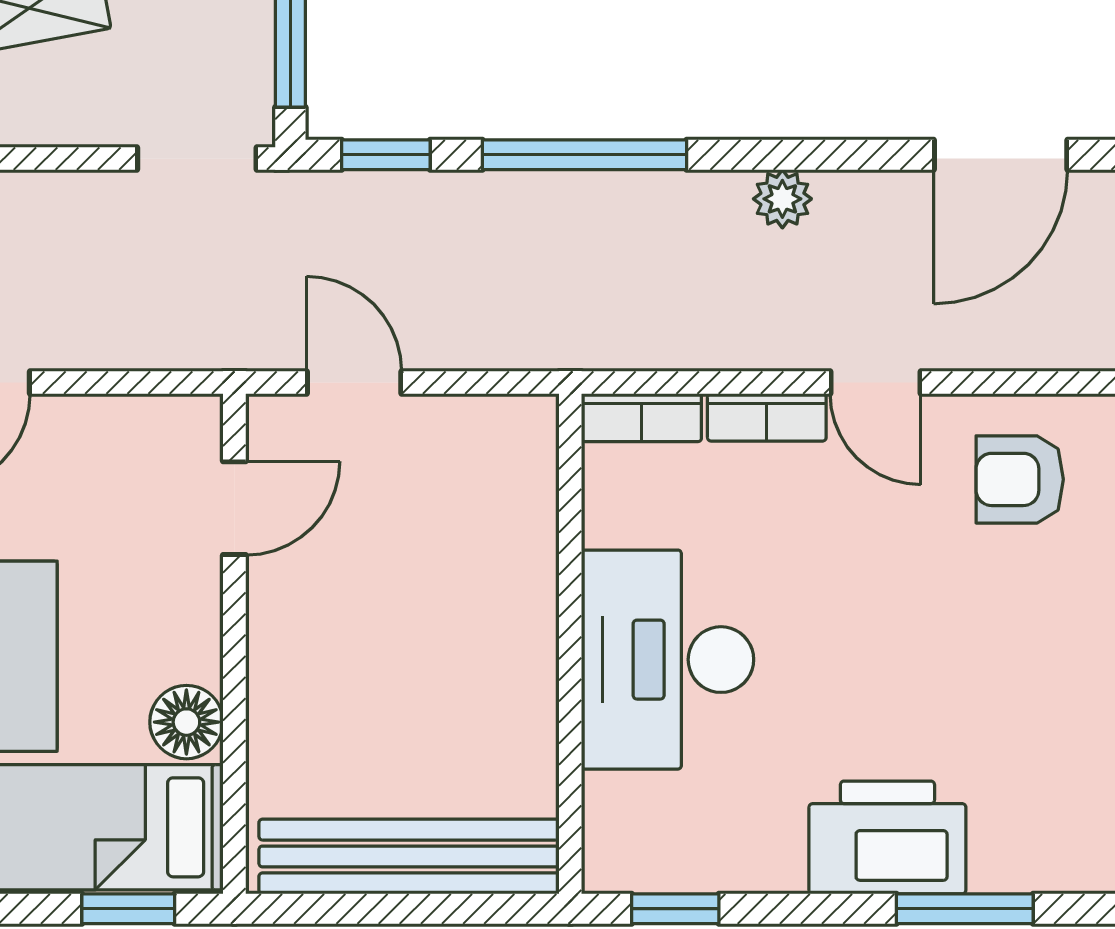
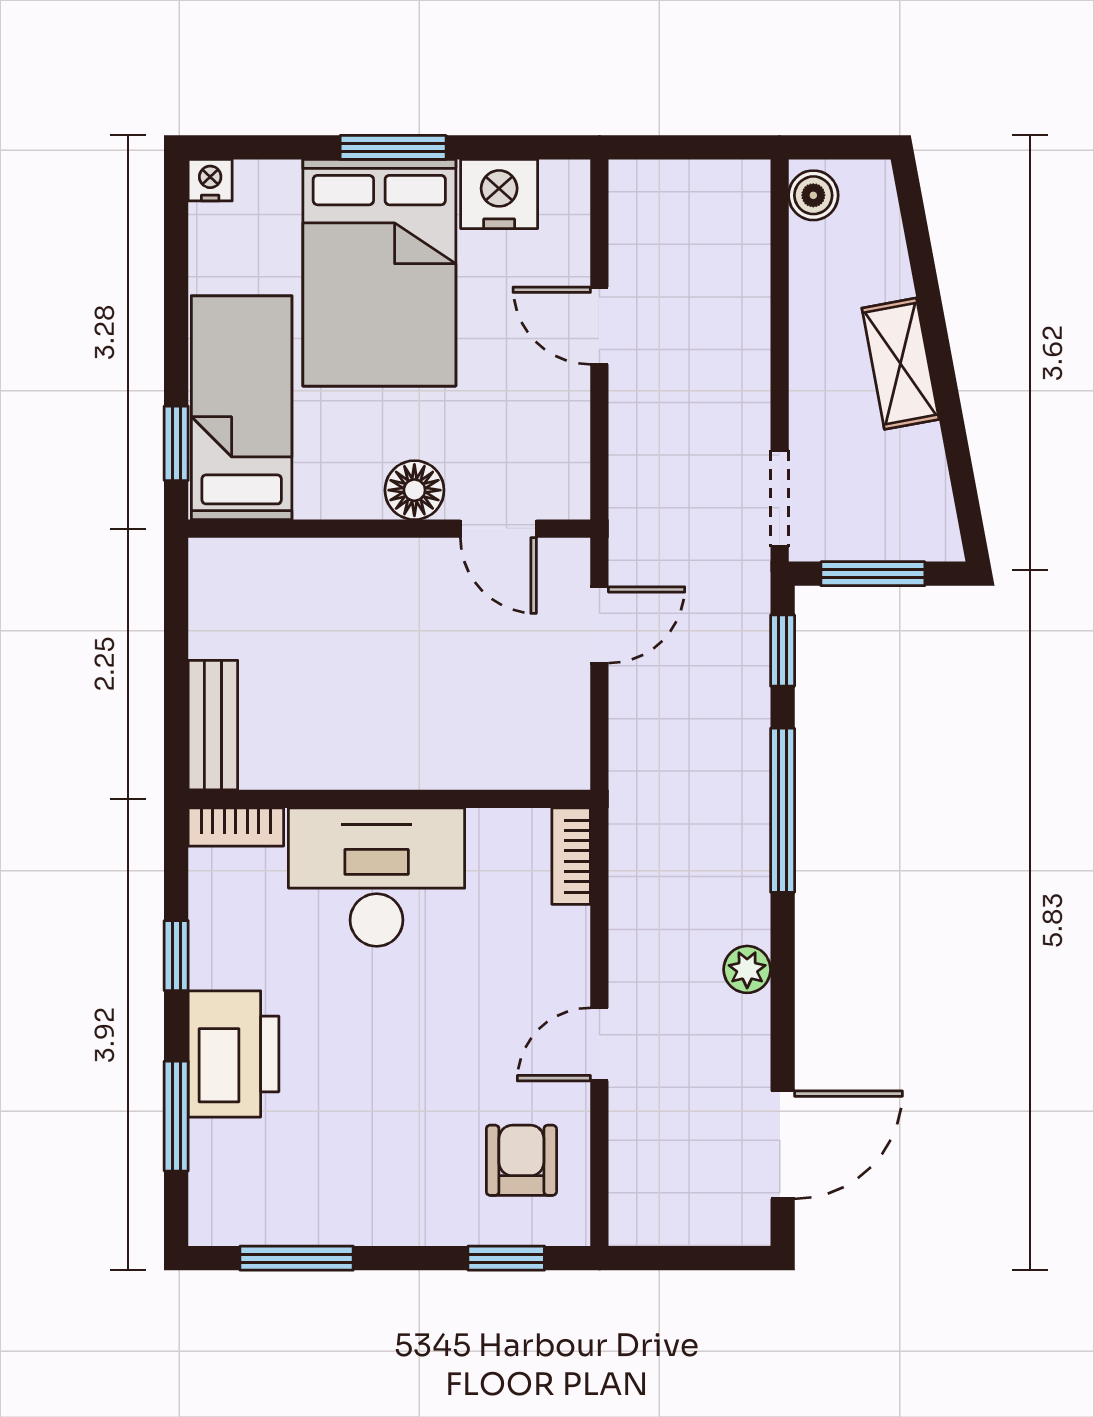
door: (1001, 155) -> (783, 1145), swing flipped
bookcase: (767, 417) -> (236, 827), moved, turned -90
floor lamp: (186, 722) -> (414, 490), moved
bench: (409, 856) -> (213, 725), width x0.54, depth x0.82
window: (675, 909) -> (176, 956), moved

